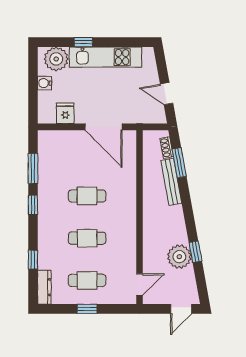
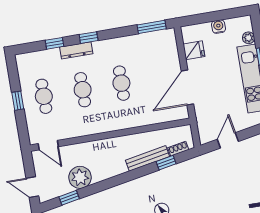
plant: (56, 59) -> (249, 38), width x0.53, depth x0.53
window: (179, 163) -> (166, 163), width x0.67
window: (33, 169) -> (152, 27), moved
window: (33, 205) -> (89, 38), moved
window: (195, 252) -> (69, 198), moved
dresser: (44, 287) -> (76, 50), moved

